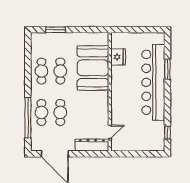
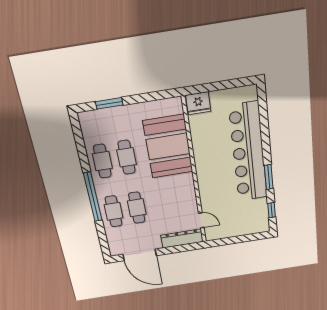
fridge: (118, 57) -> (198, 103), moved, turned 90
window: (167, 69) -> (269, 177), moved
window: (28, 118) -> (93, 197), moved
door: (110, 132) -> (201, 220), hinge flipped

